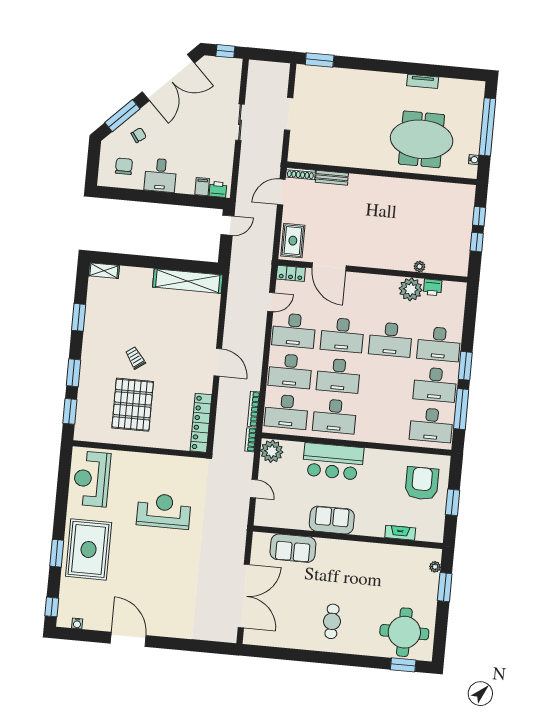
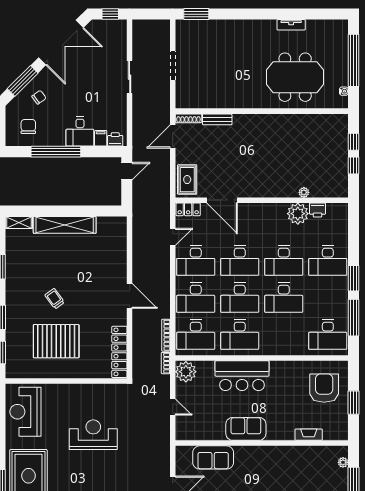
desk: (161, 175) -> (80, 131), moved
window: (152, 197) -> (56, 152), added
shelving: (188, 281) -> (65, 225), moved
desk: (435, 384) -> (284, 298), moved
pallet: (133, 405) -> (56, 341), turned 90

